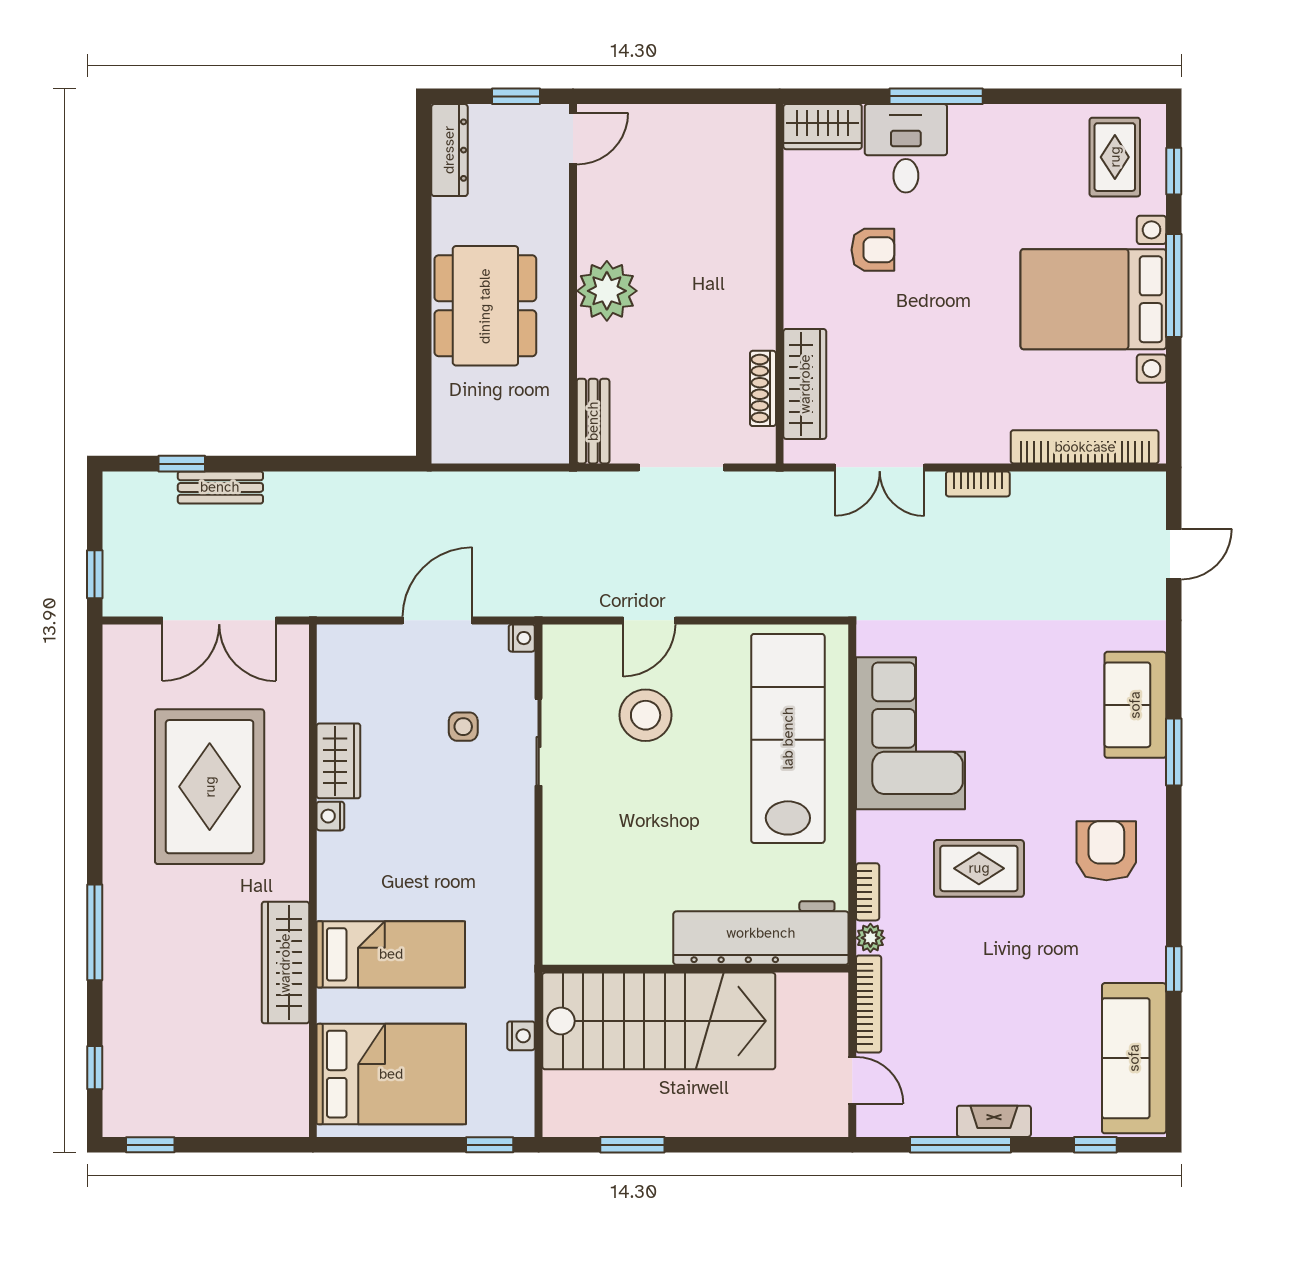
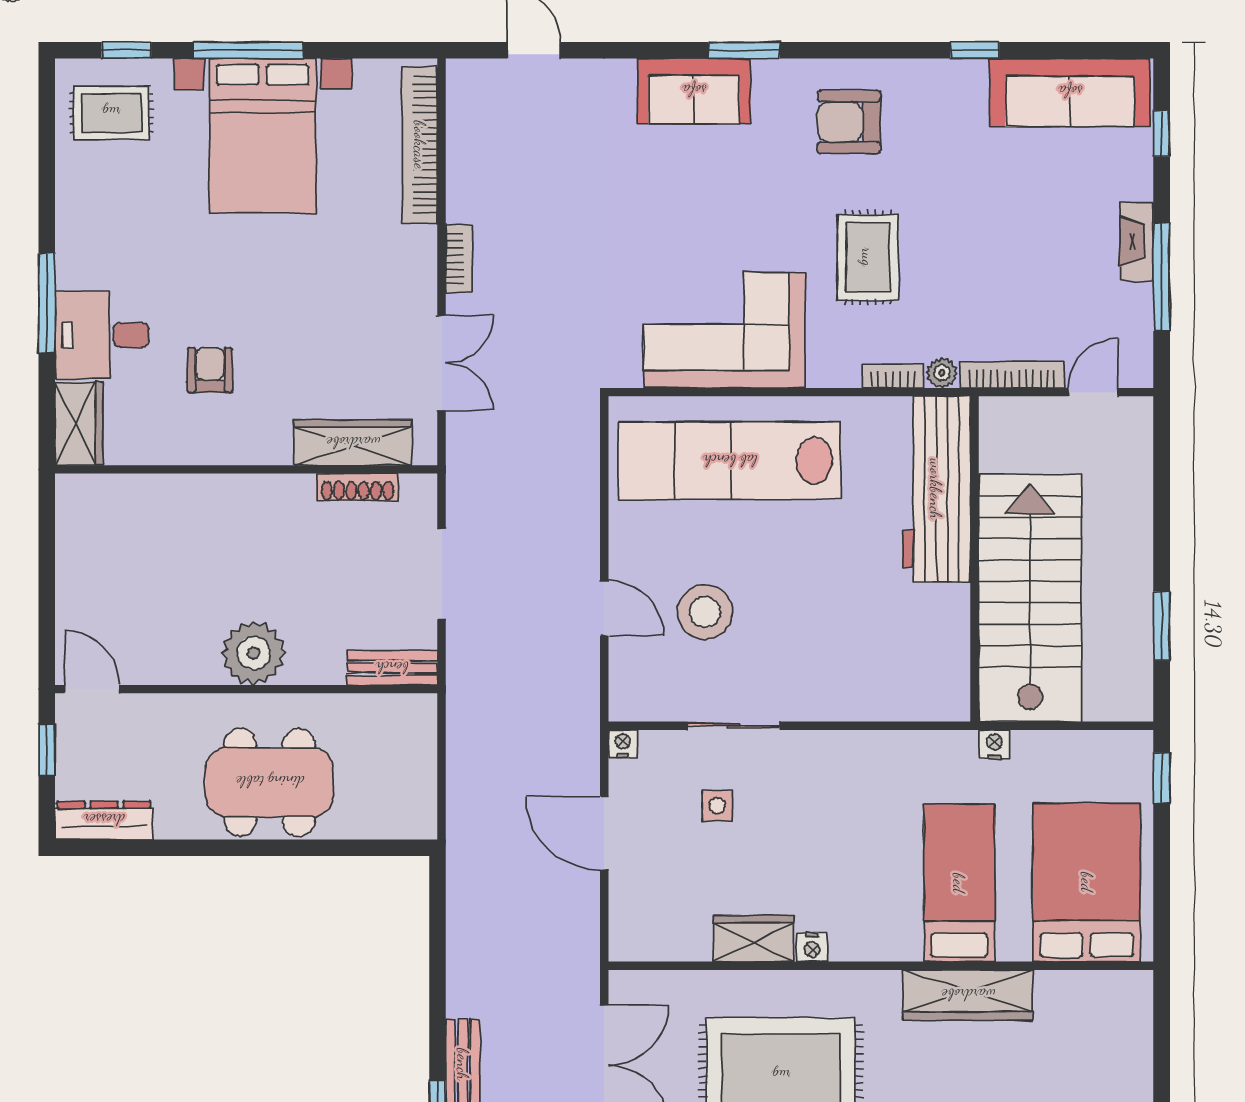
nightstand: (521, 1036) -> (994, 744), moved

